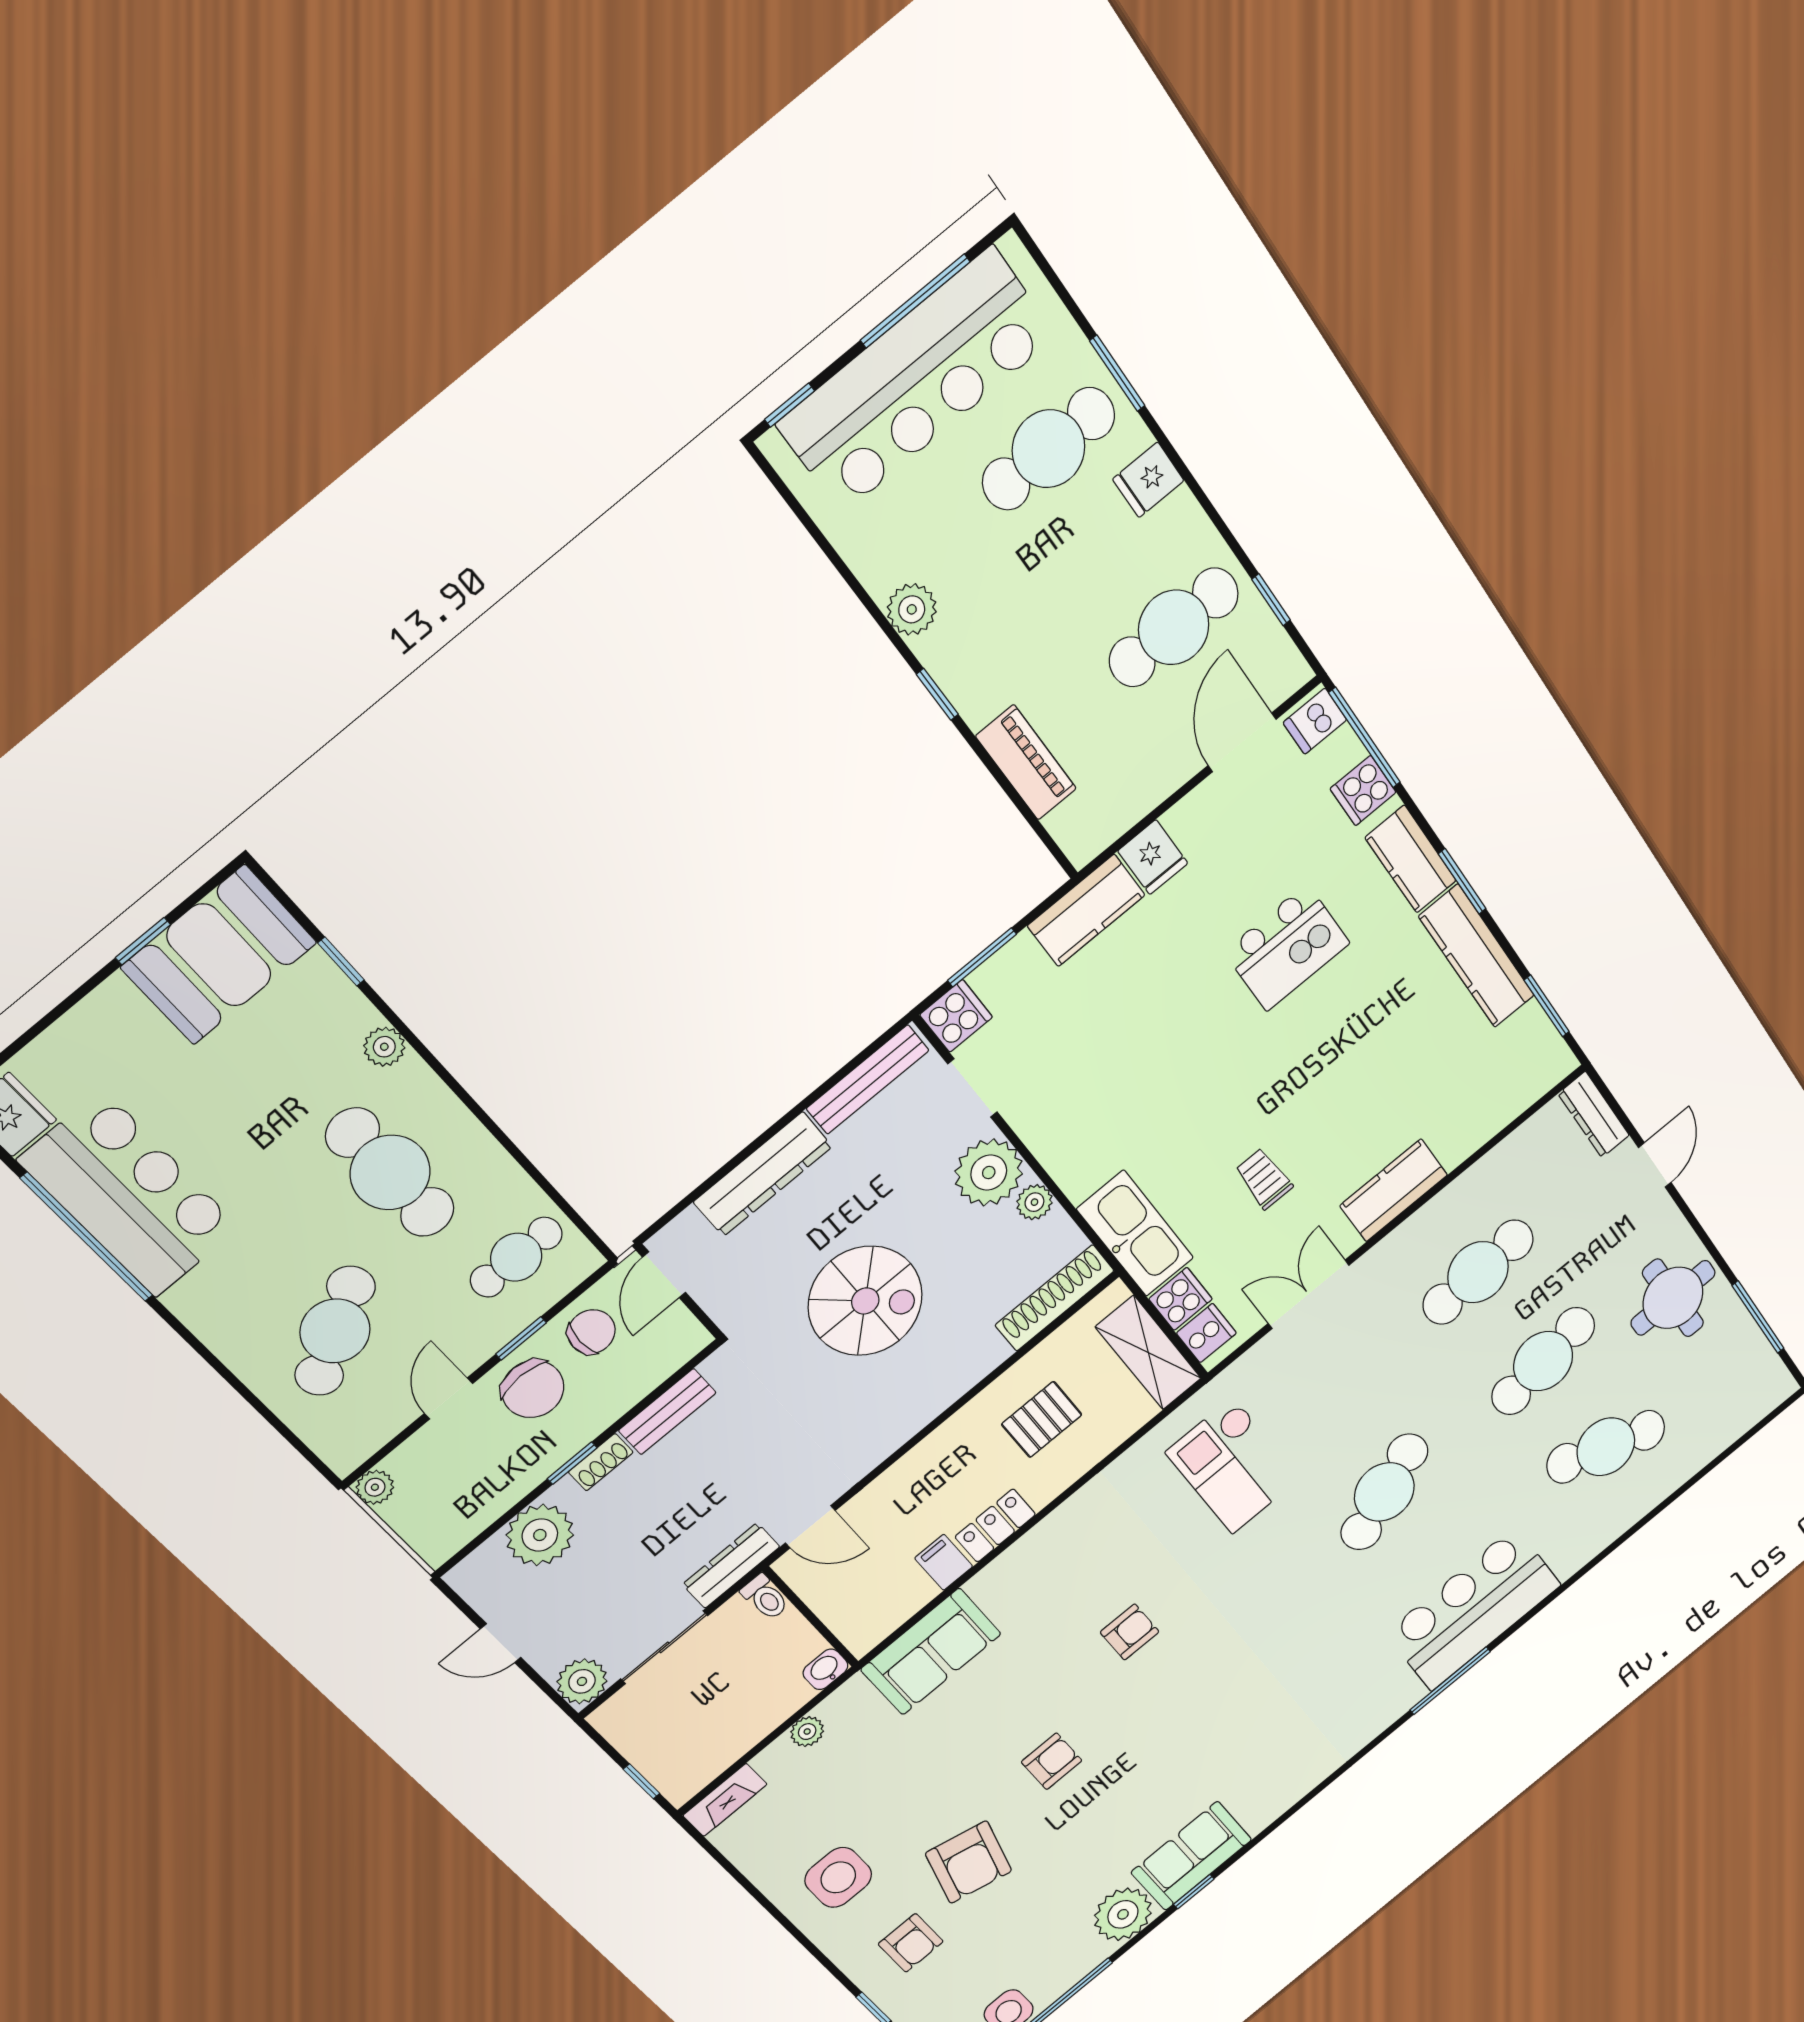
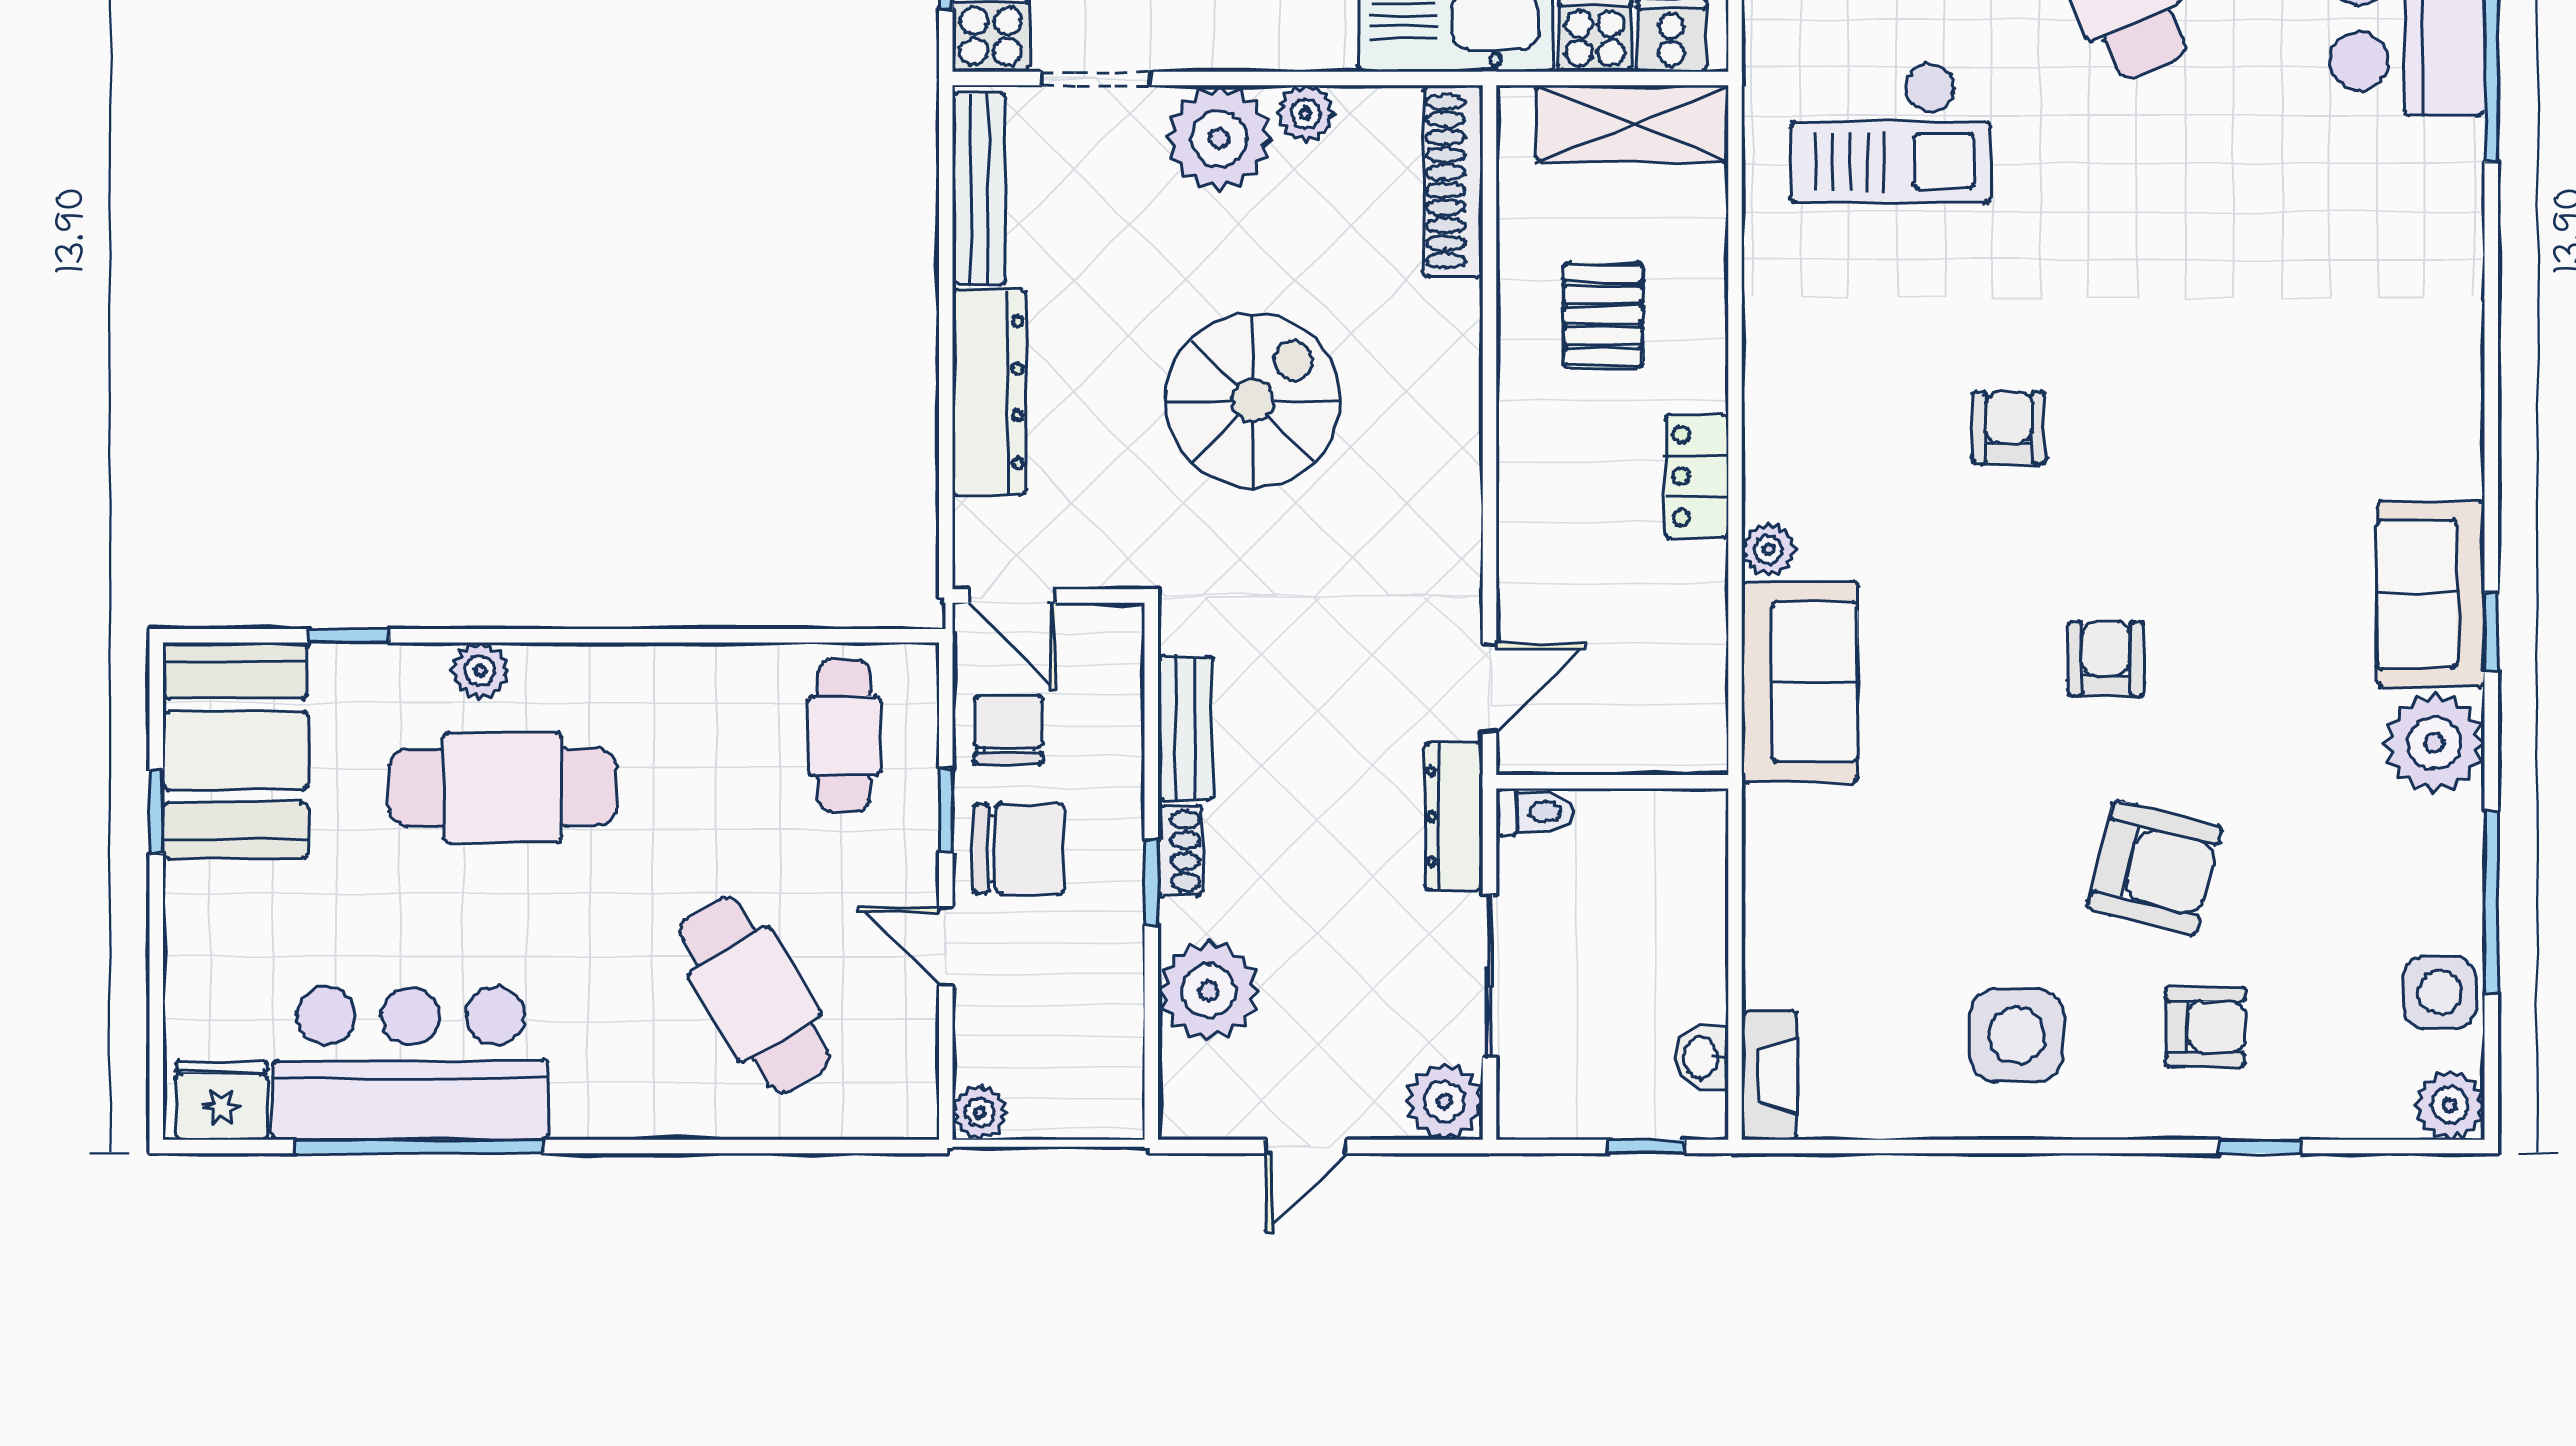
cafe table: (390, 1173) -> (503, 787), moved
filing cabinet: (944, 1562) -> (1689, 574), removed
washbasin: (825, 1669) -> (1702, 1058), moved
plant: (807, 1732) -> (1768, 549), moved

